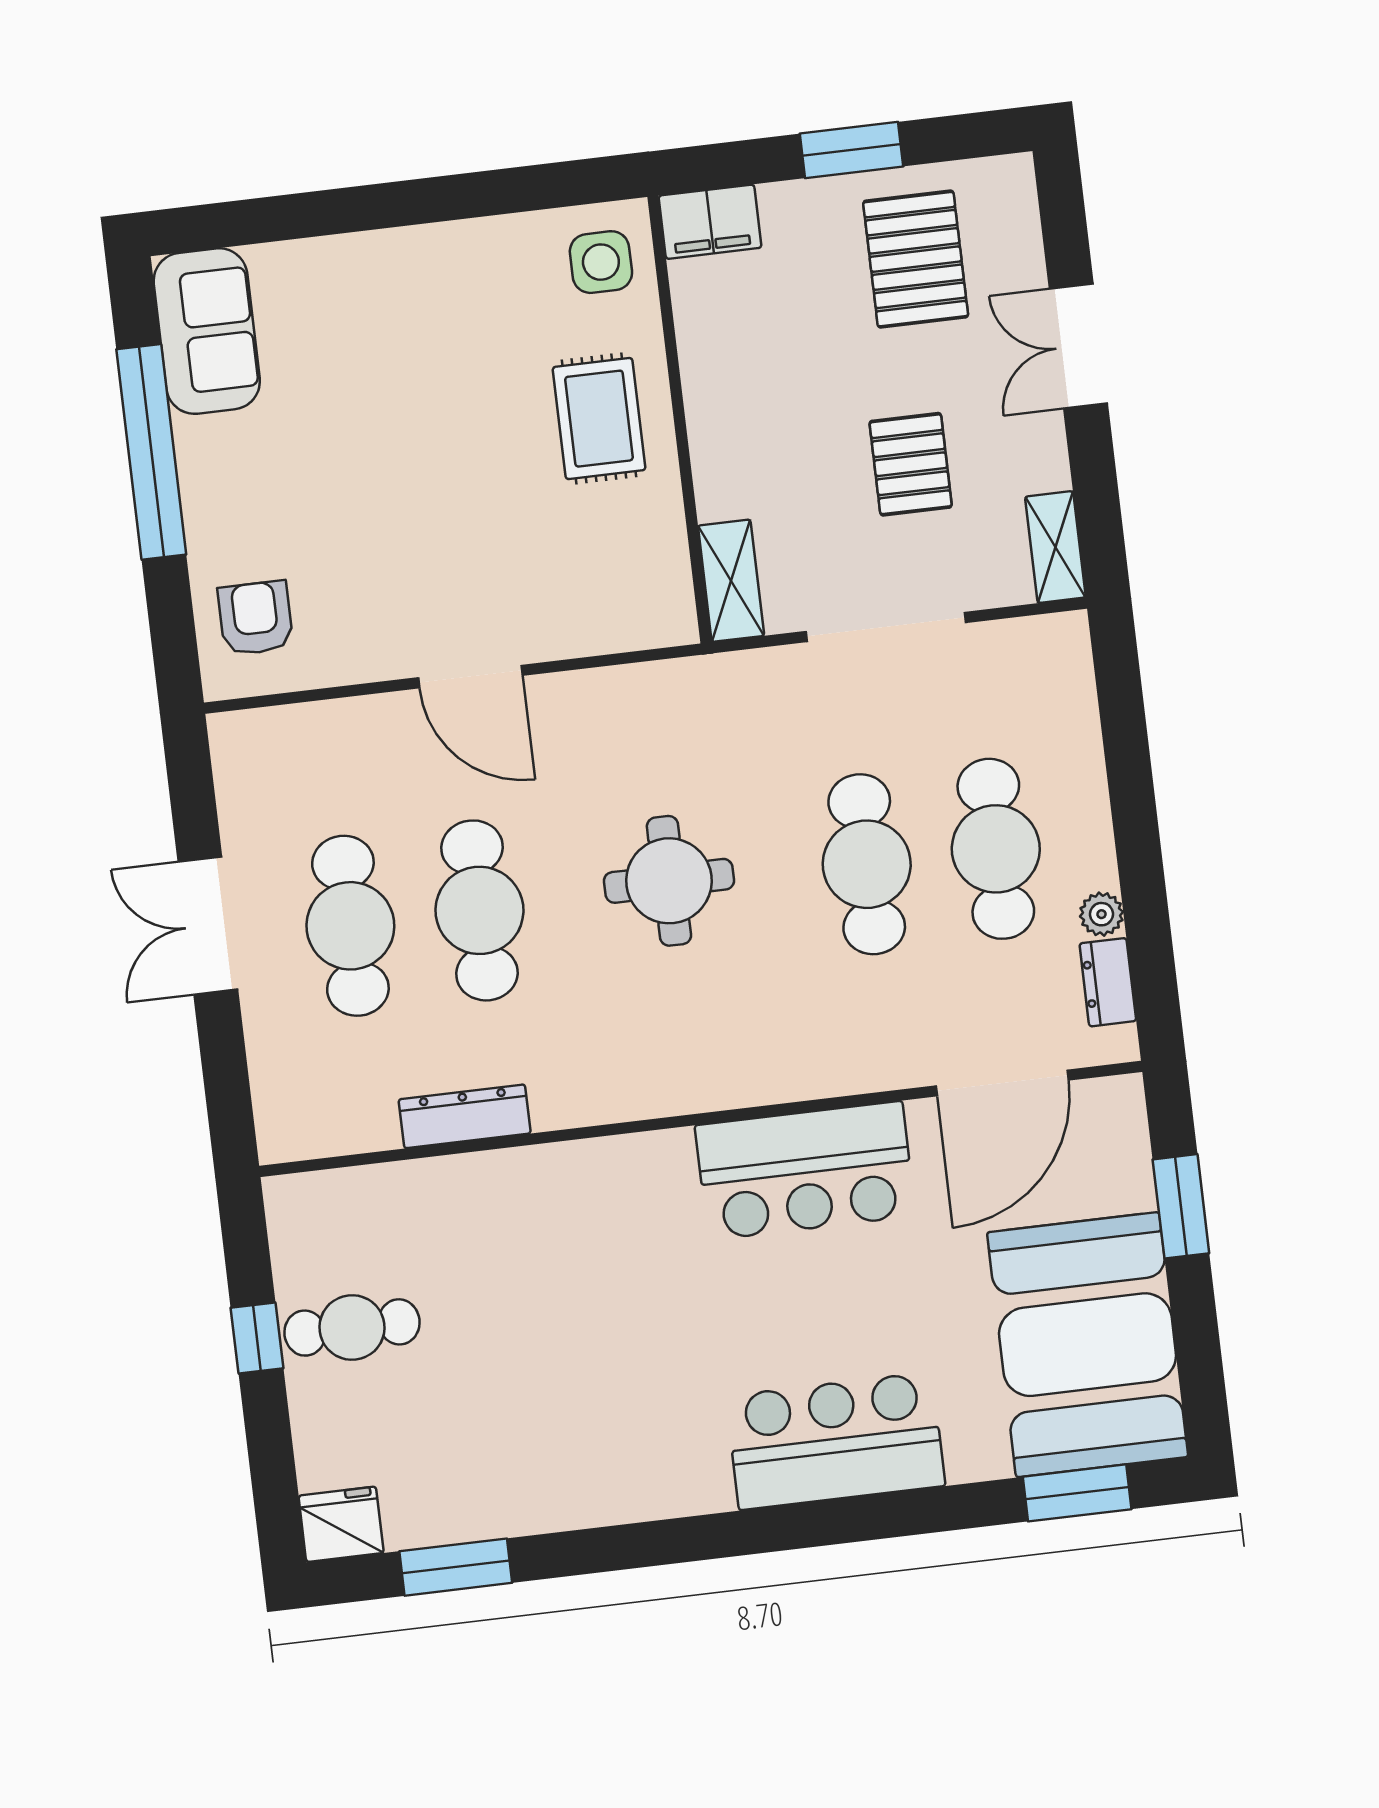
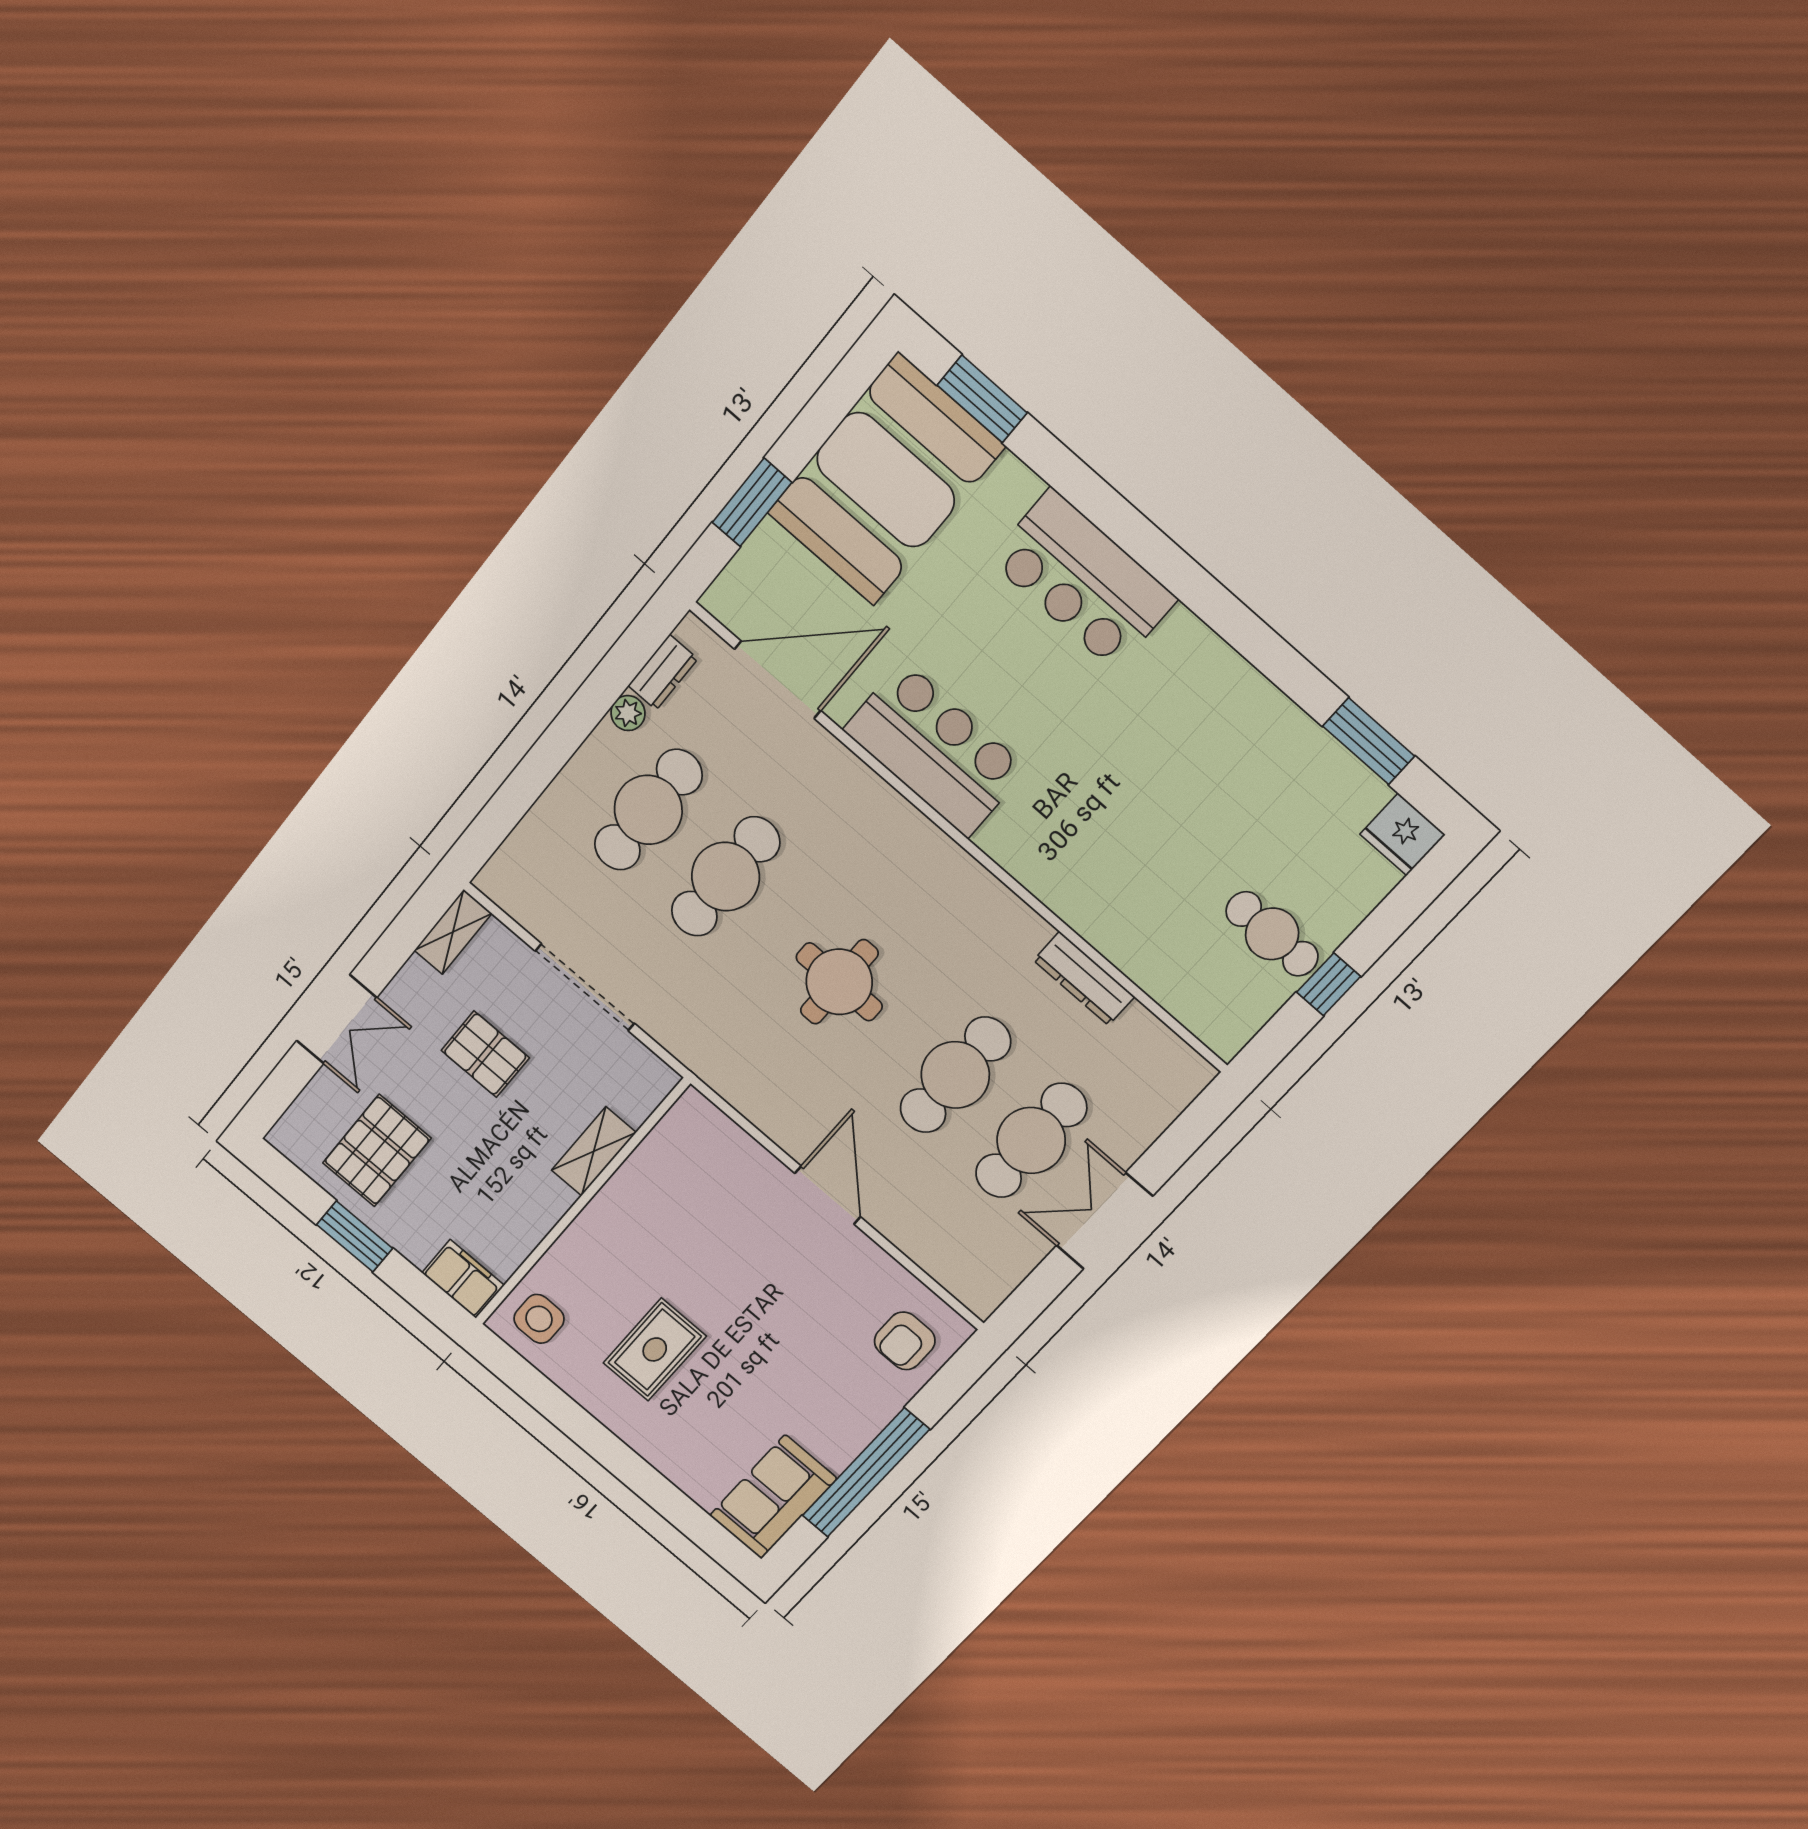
rug: (599, 419) -> (655, 1350), moved
pallet: (911, 464) -> (485, 1054), turned 90
shelving: (731, 581) -> (594, 1151), moved
double door: (208, 926) -> (1104, 1221), swing flipped

